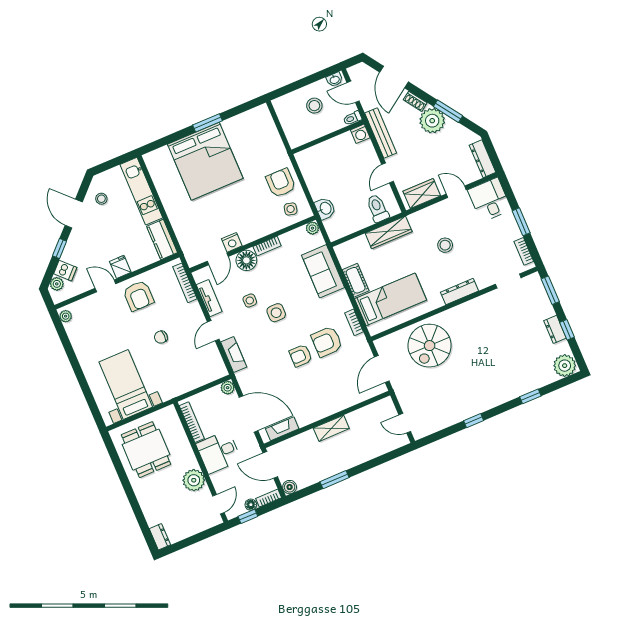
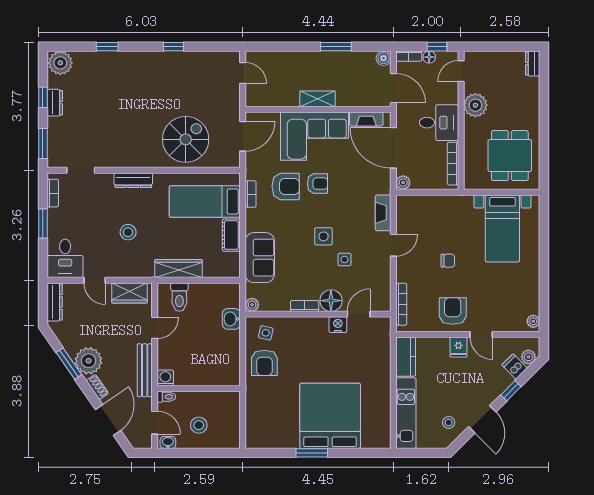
tv unit: (209, 298) -> (384, 279), removed
corner sofa: (320, 395) -> (314, 136), added

